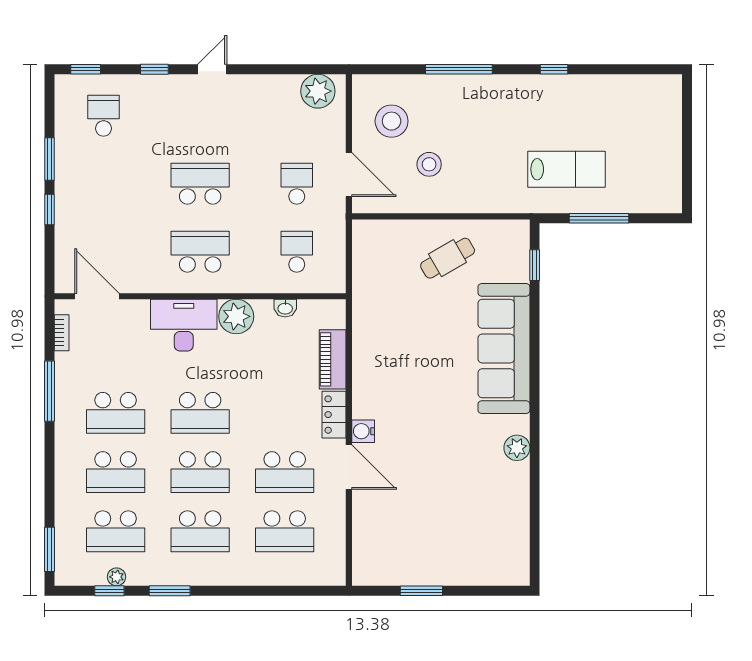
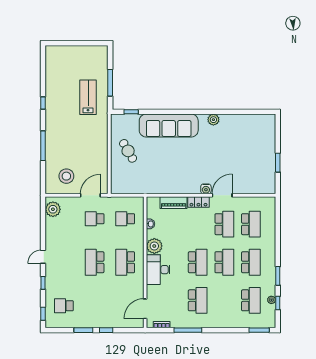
door: (212, 69) -> (43, 257), hinge flipped
stool: (429, 164) -> (86, 159), removed
school desk: (116, 472) -> (224, 300), removed

